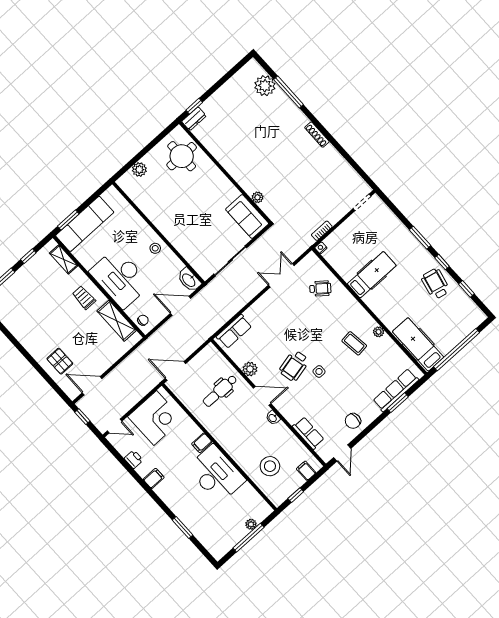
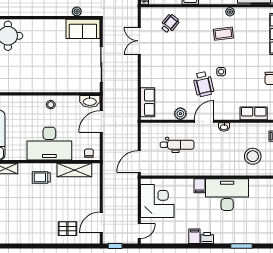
dental chair: (220, 391) -> (177, 145), turned -90
printer: (134, 459) -> (207, 238), moved

